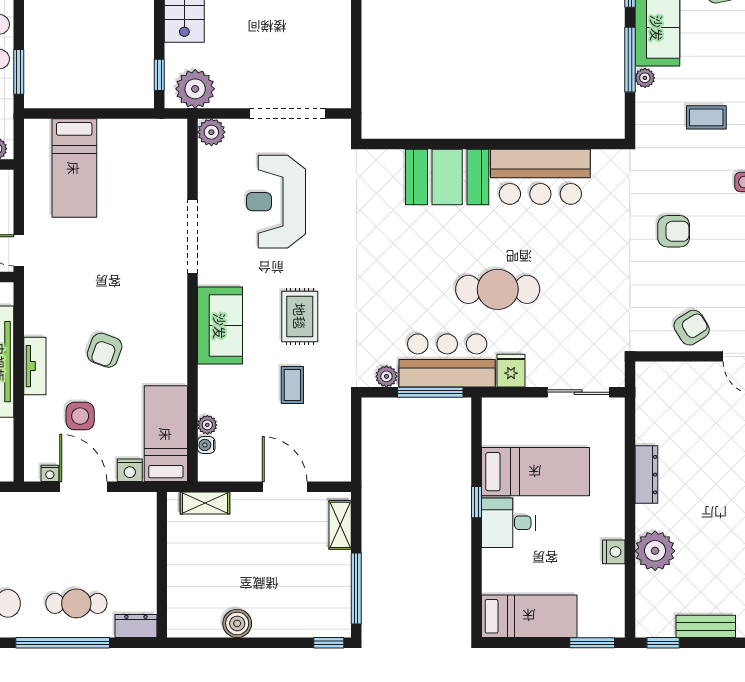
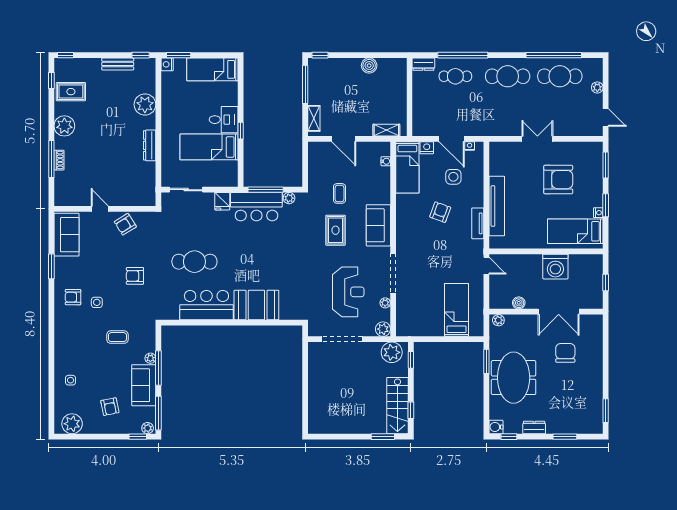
cafe table: (498, 289) -> (194, 262), moved
tv unit: (35, 366) -> (478, 223), moved
plant: (207, 425) -> (385, 303), moved
nightstand: (614, 552) -> (167, 64), moved

